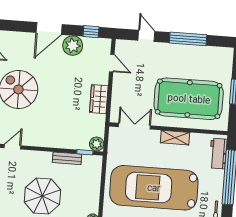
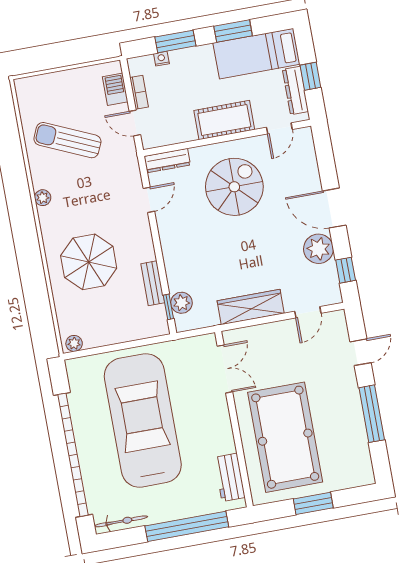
wardrobe: (99, 99) -> (251, 307), width x1.50
shelving: (175, 138) -> (224, 432), removed
plant: (97, 144) -> (182, 303), moved
door: (13, 147) -> (149, 200), hinge flipped
workbench: (218, 153) -> (230, 477), moved, turned -90

